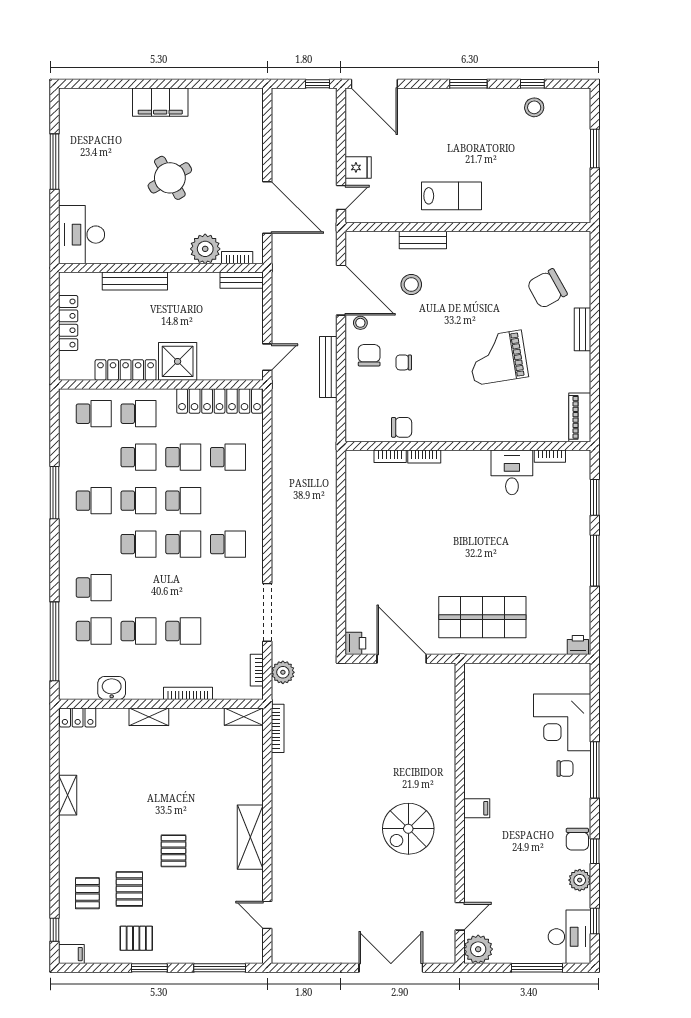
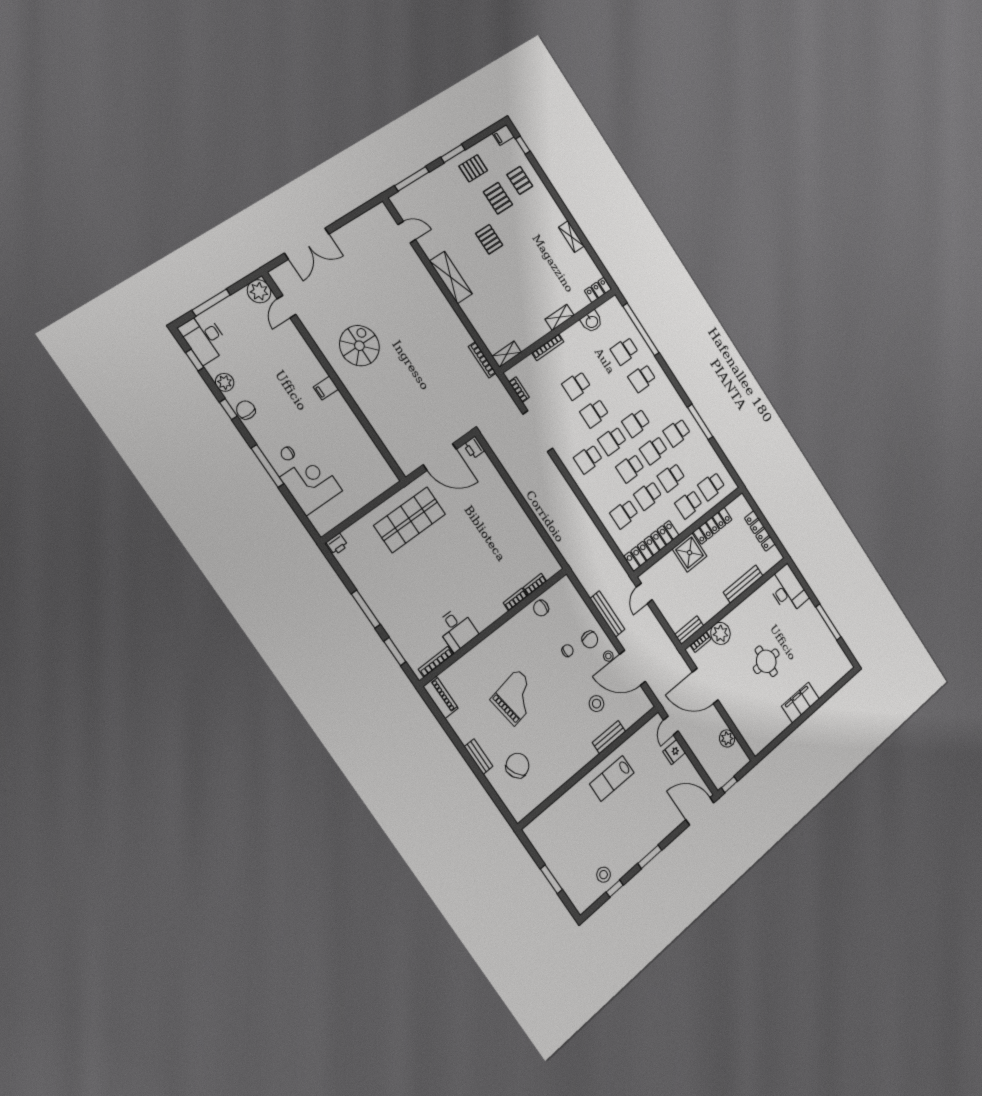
round table: (170, 178) -> (766, 661), turned 30
bookcase: (550, 456) -> (436, 662), width x1.56
school desk: (139, 631) -> (594, 413), moved
plant: (283, 672) -> (727, 738), moved

